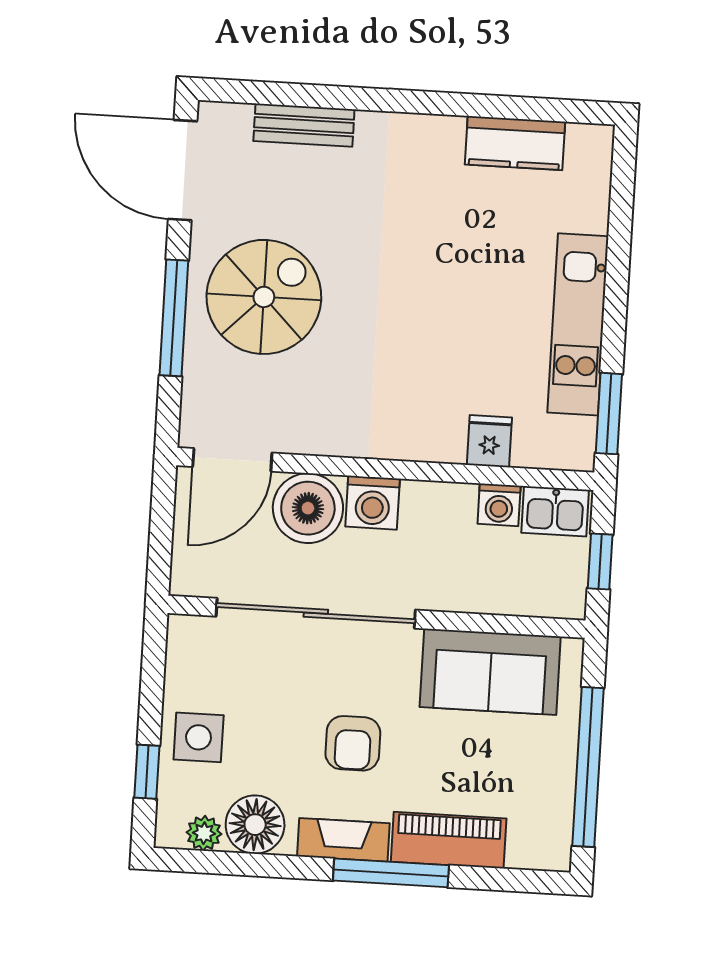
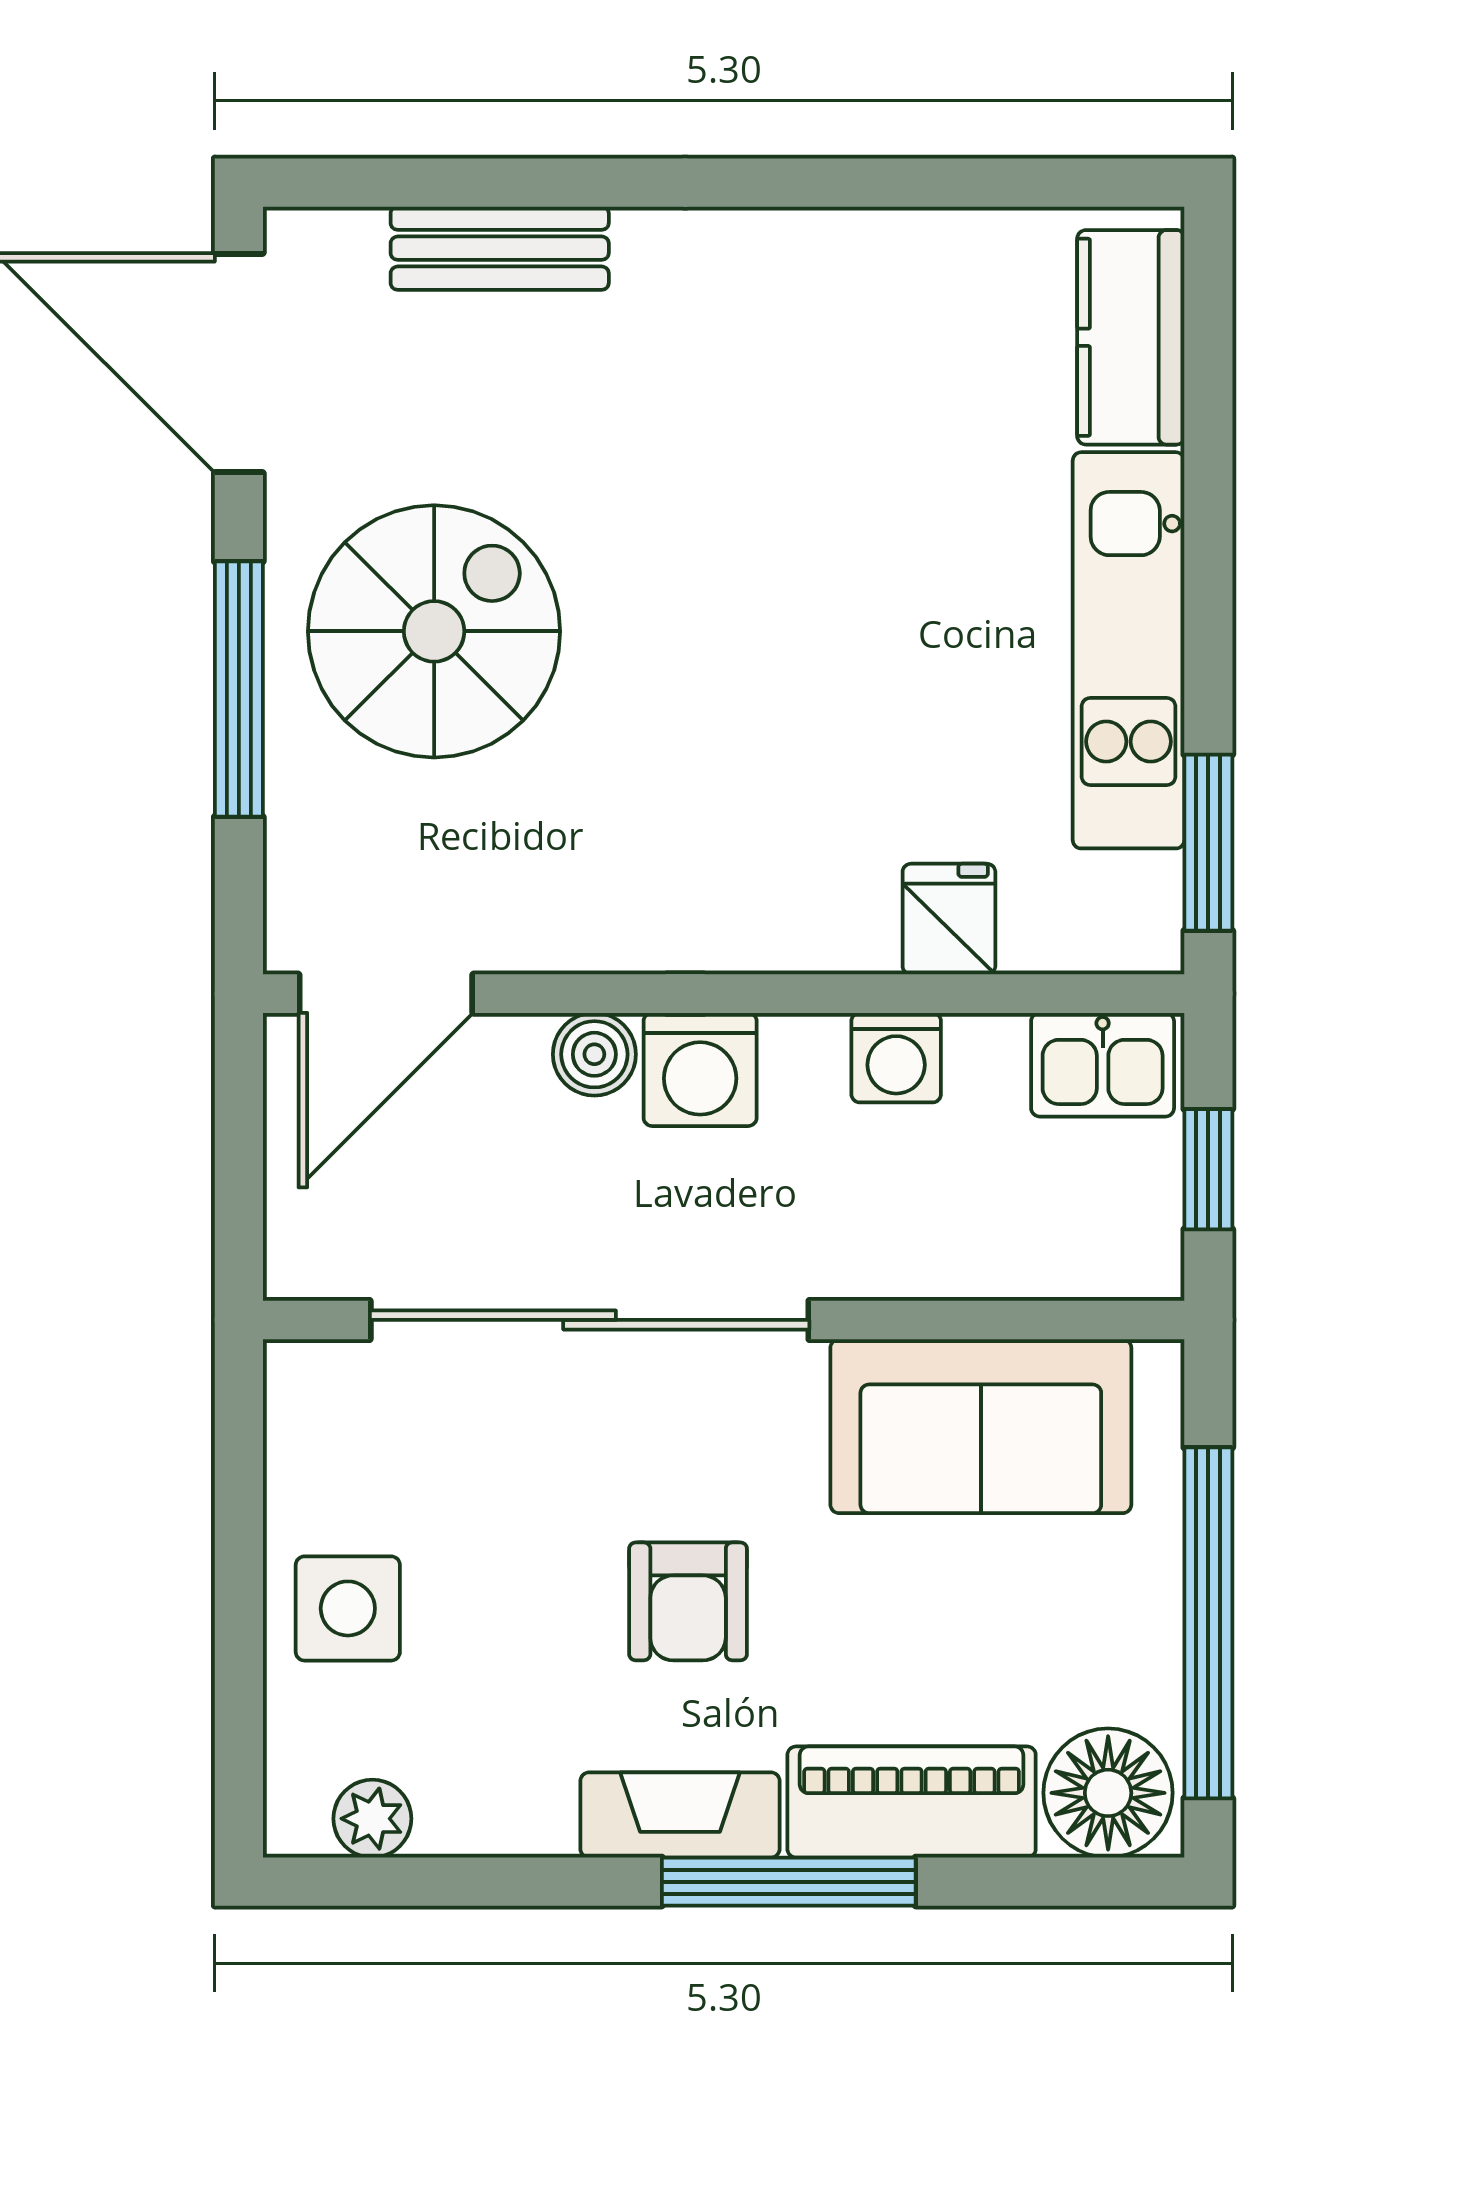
kitchen counter: (515, 143) -> (1131, 337), moved, turned 90
washing machine: (499, 505) -> (896, 1058), moved
boiler: (308, 508) -> (594, 1054), width x0.54, depth x0.54
window: (147, 772) -> (239, 1691), removed
floor lamp: (255, 825) -> (1108, 1793), moved

